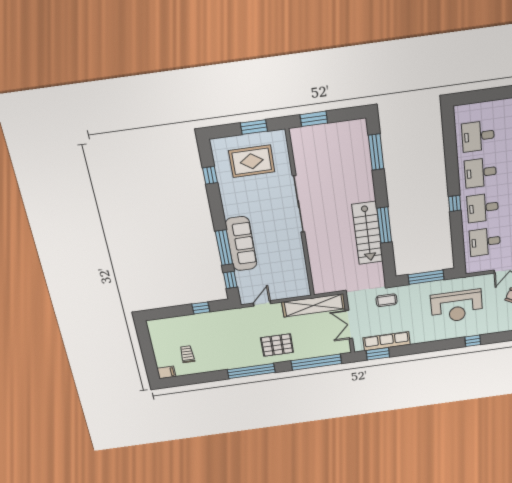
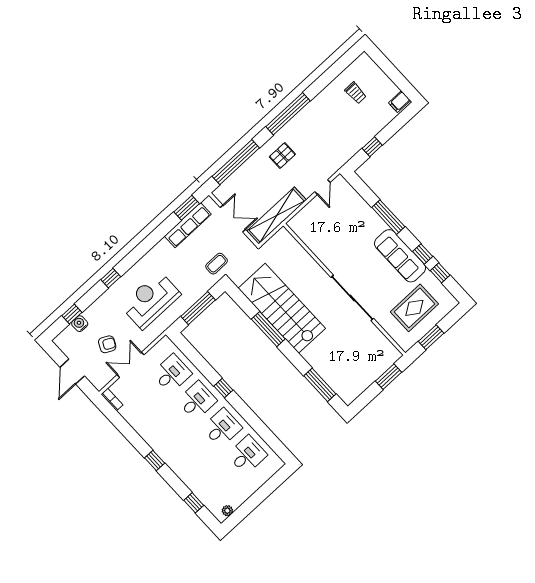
stairs: (367, 233) -> (282, 308), width x1.36, depth x1.51
sofa: (241, 244) -> (400, 256), moved
window: (230, 280) -> (423, 254), moved
pallet: (277, 345) -> (282, 155), width x0.67, depth x0.71
filing cabinet: (166, 372) -> (399, 102), moved

